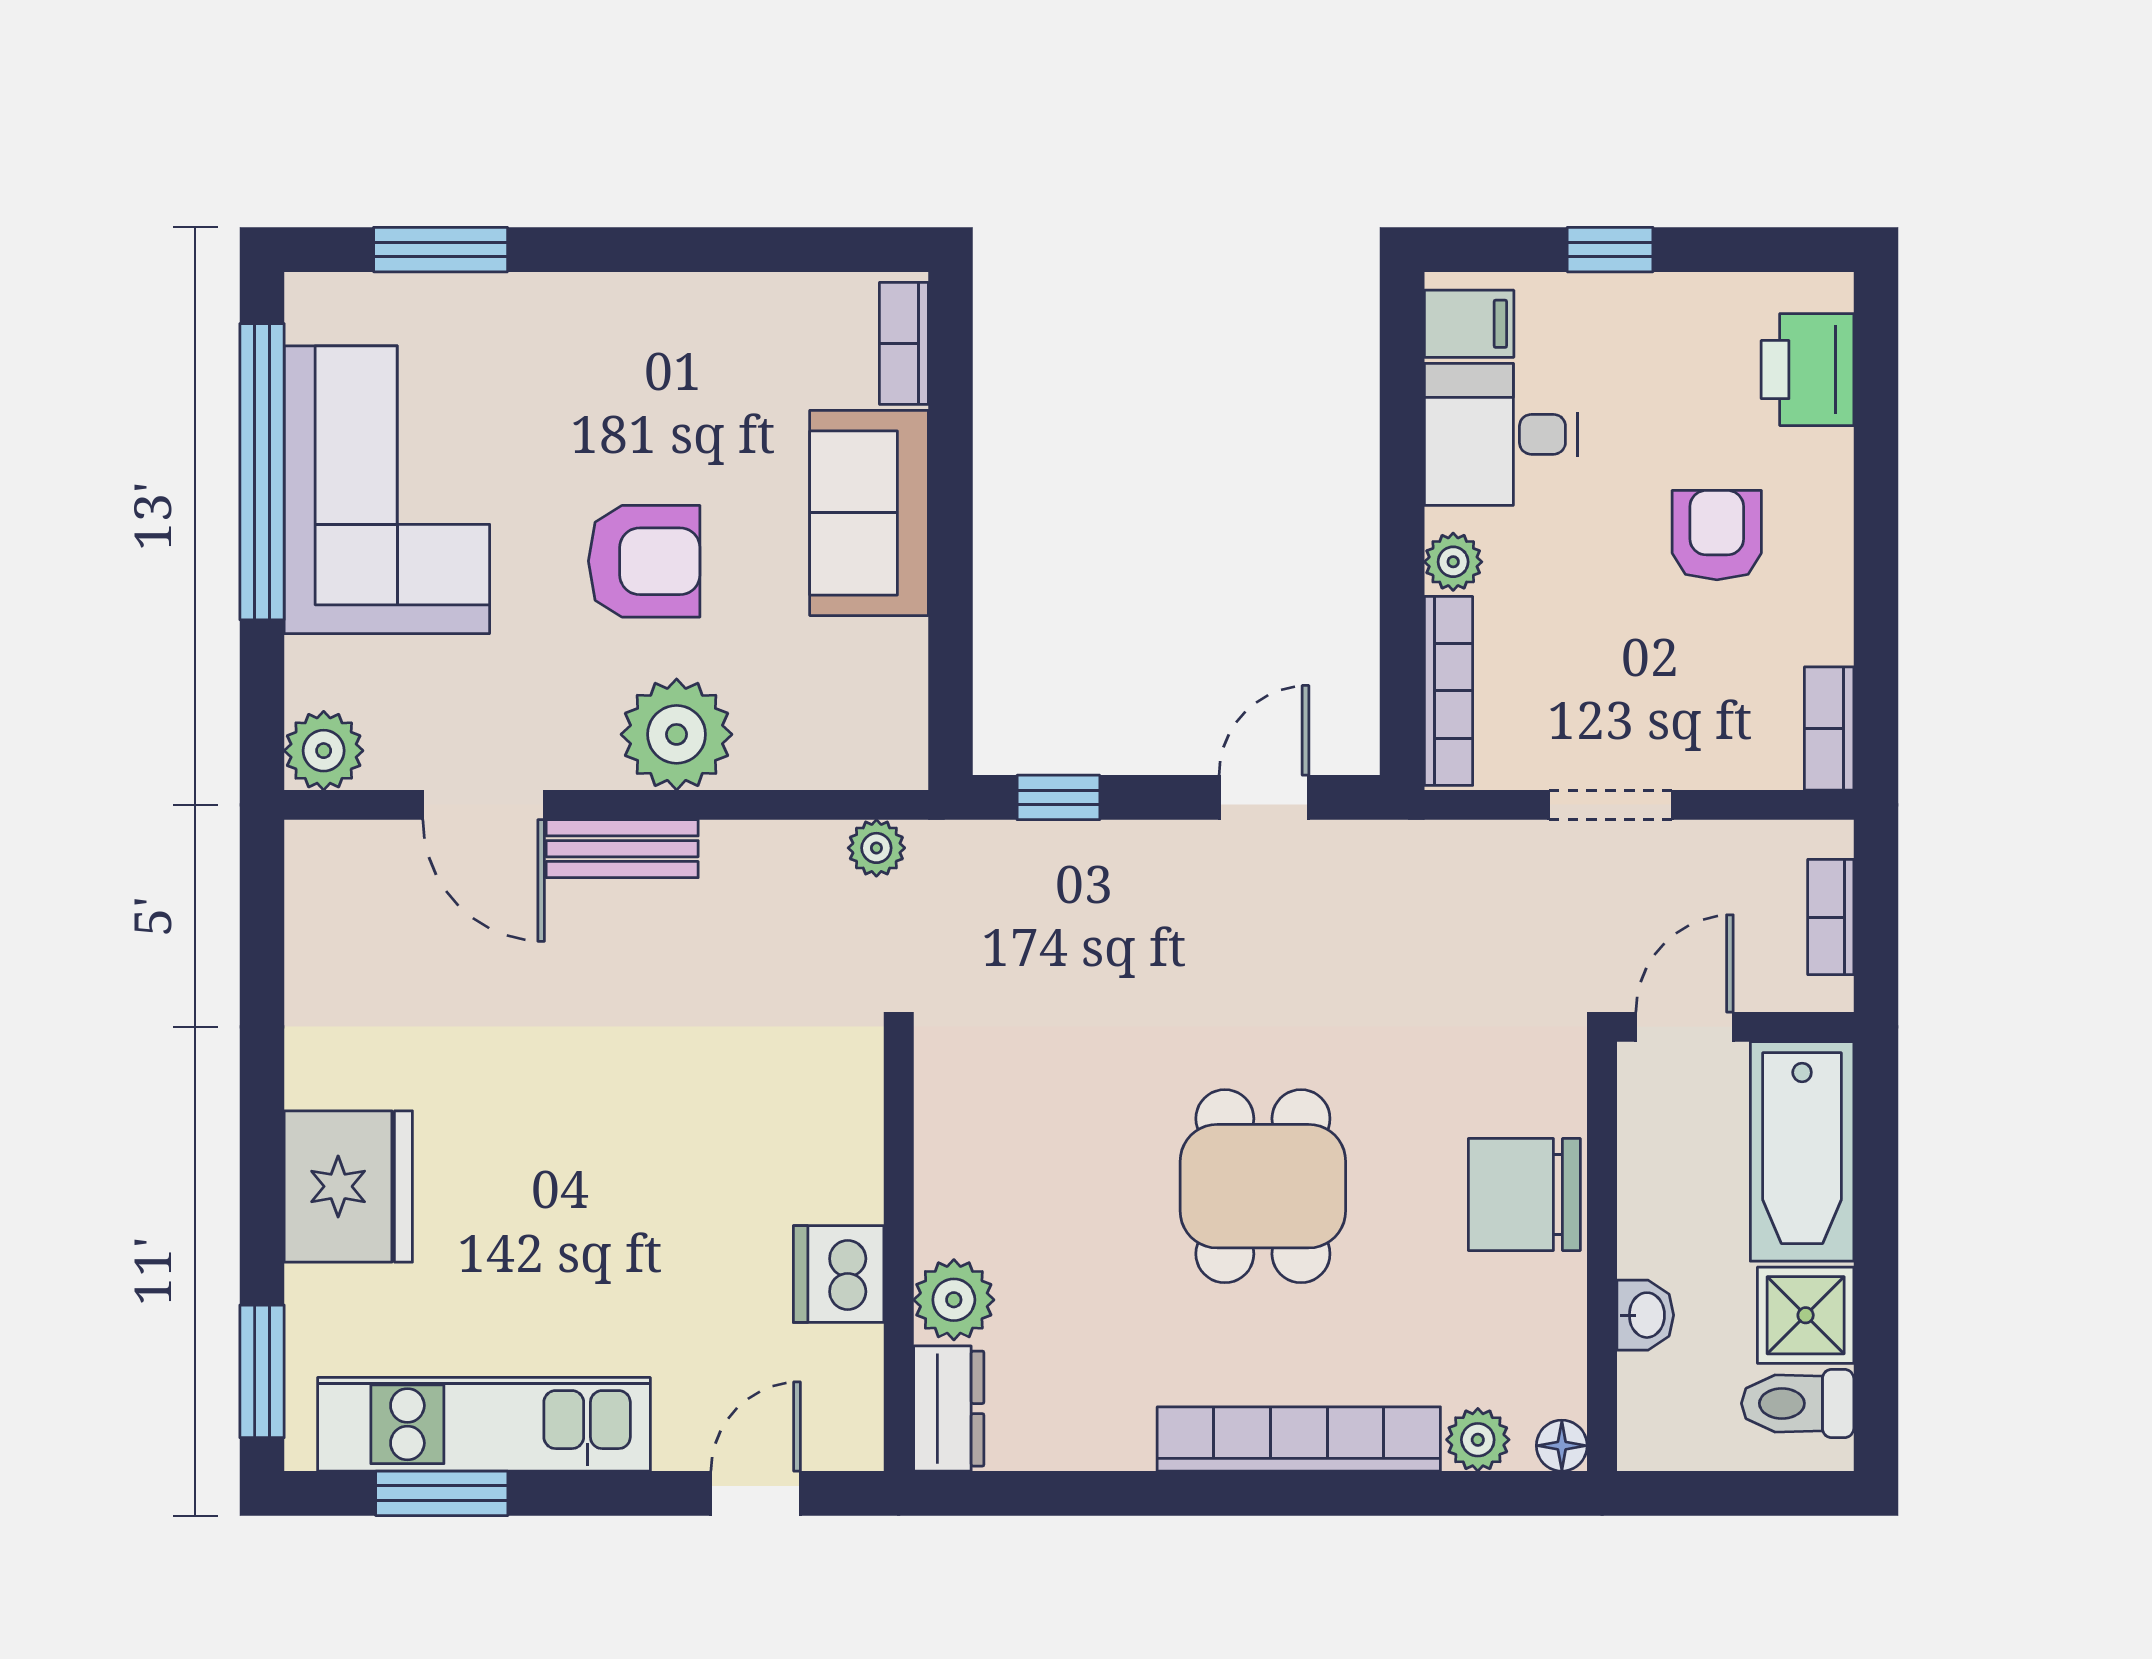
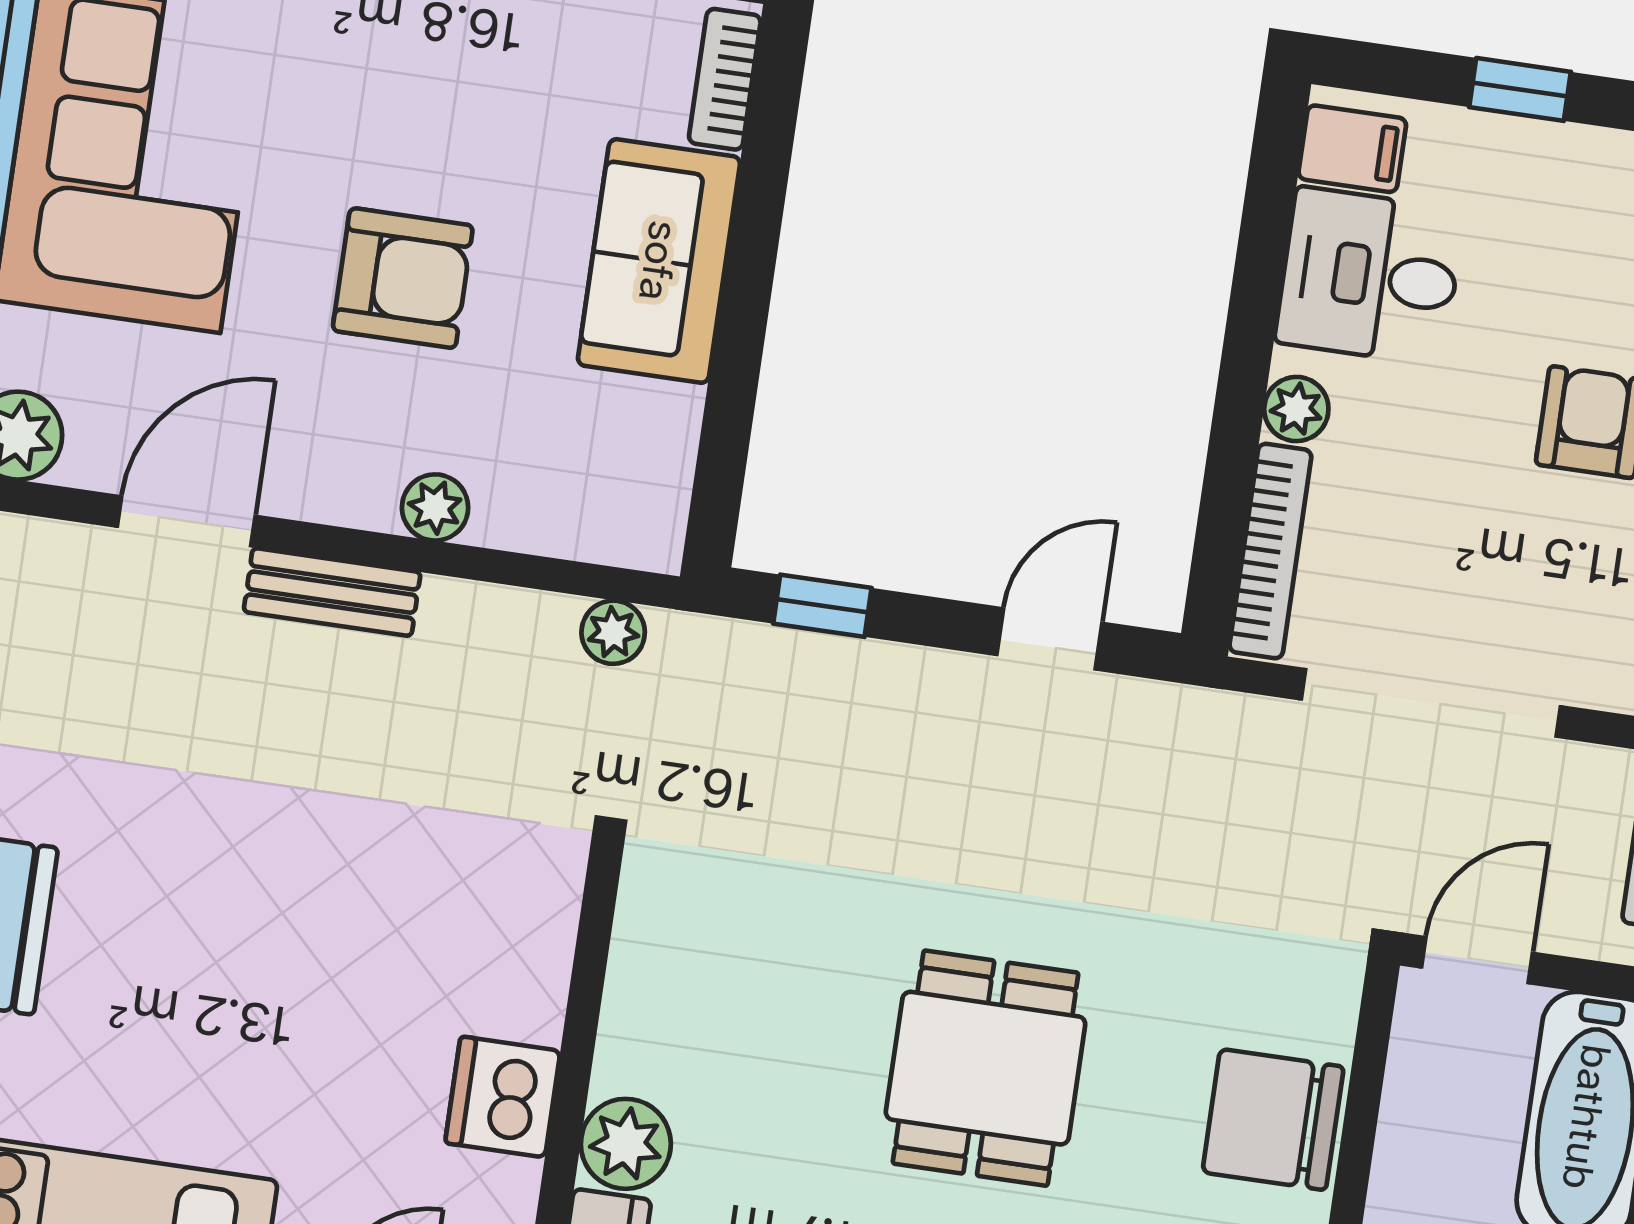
plant: (677, 734) -> (435, 507), width x0.53, depth x0.53
door: (484, 805) -> (186, 521), swing flipped
doorway: (1610, 805) -> (1431, 703), width x1.88

